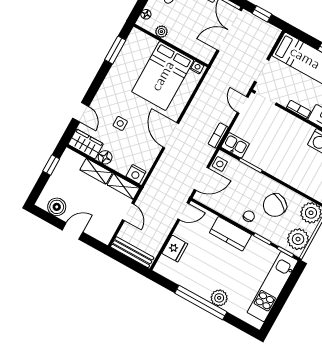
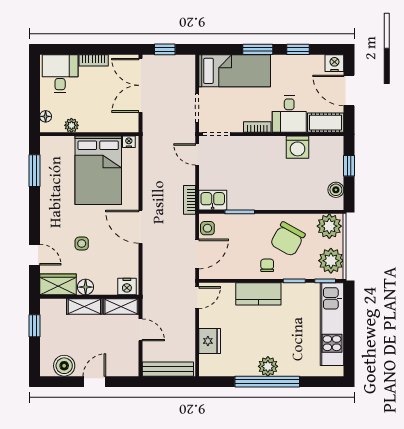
plant: (219, 298) -> (268, 366), moved

